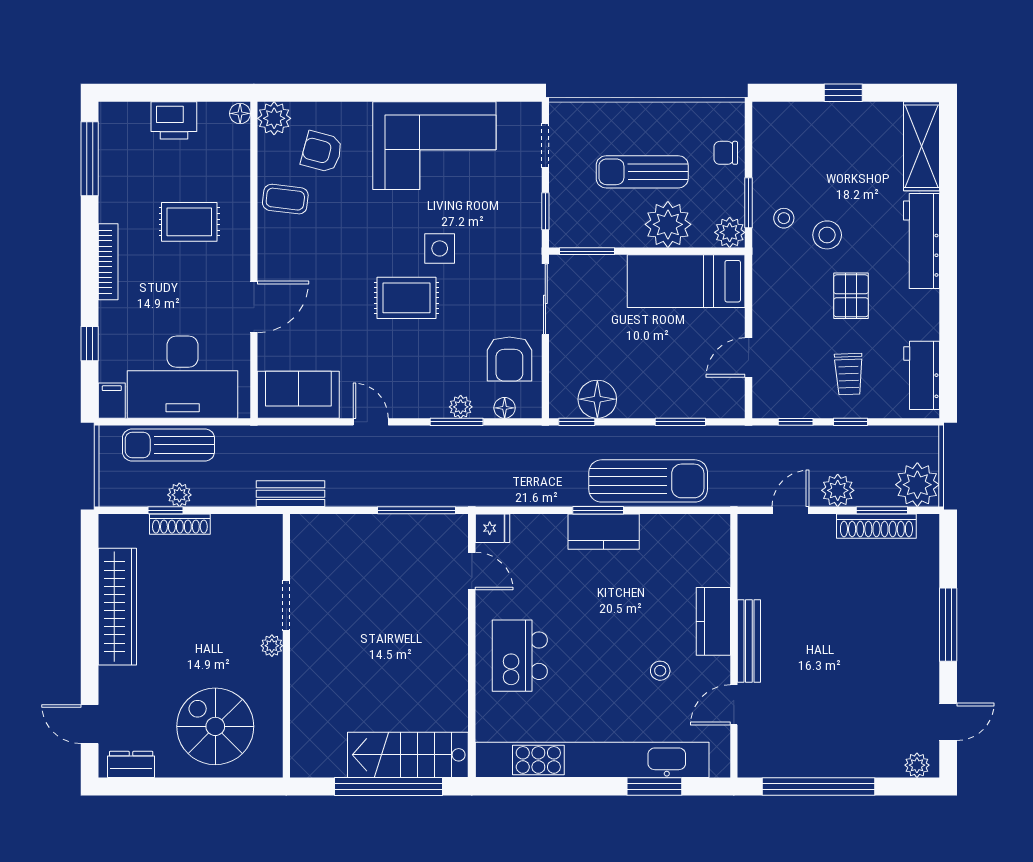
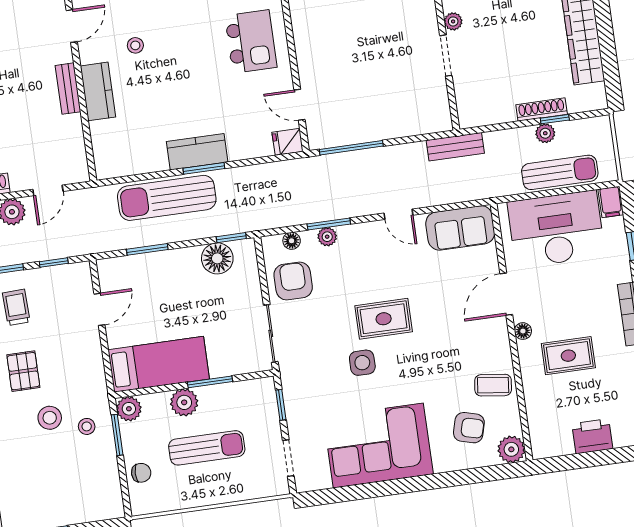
floor lamp: (240, 113) -> (523, 331), moved
plant: (668, 224) -> (184, 402), width x0.73, depth x0.73
window: (587, 251) -> (210, 382), moved
bench: (749, 641) -> (68, 89), width x0.73

